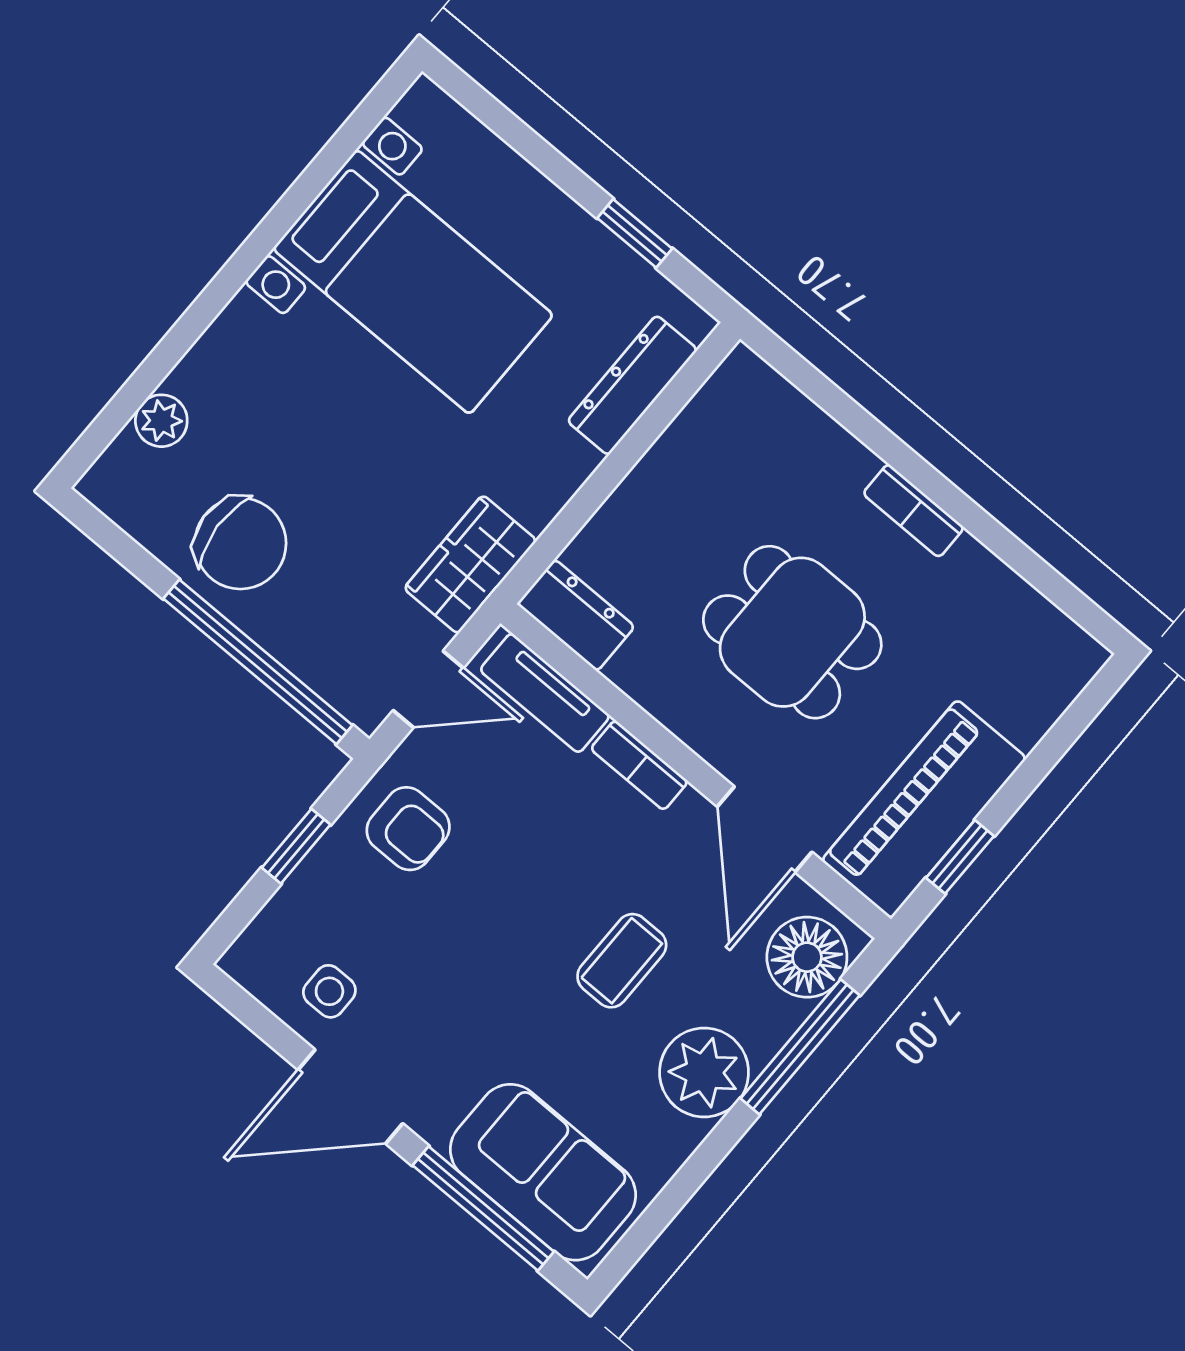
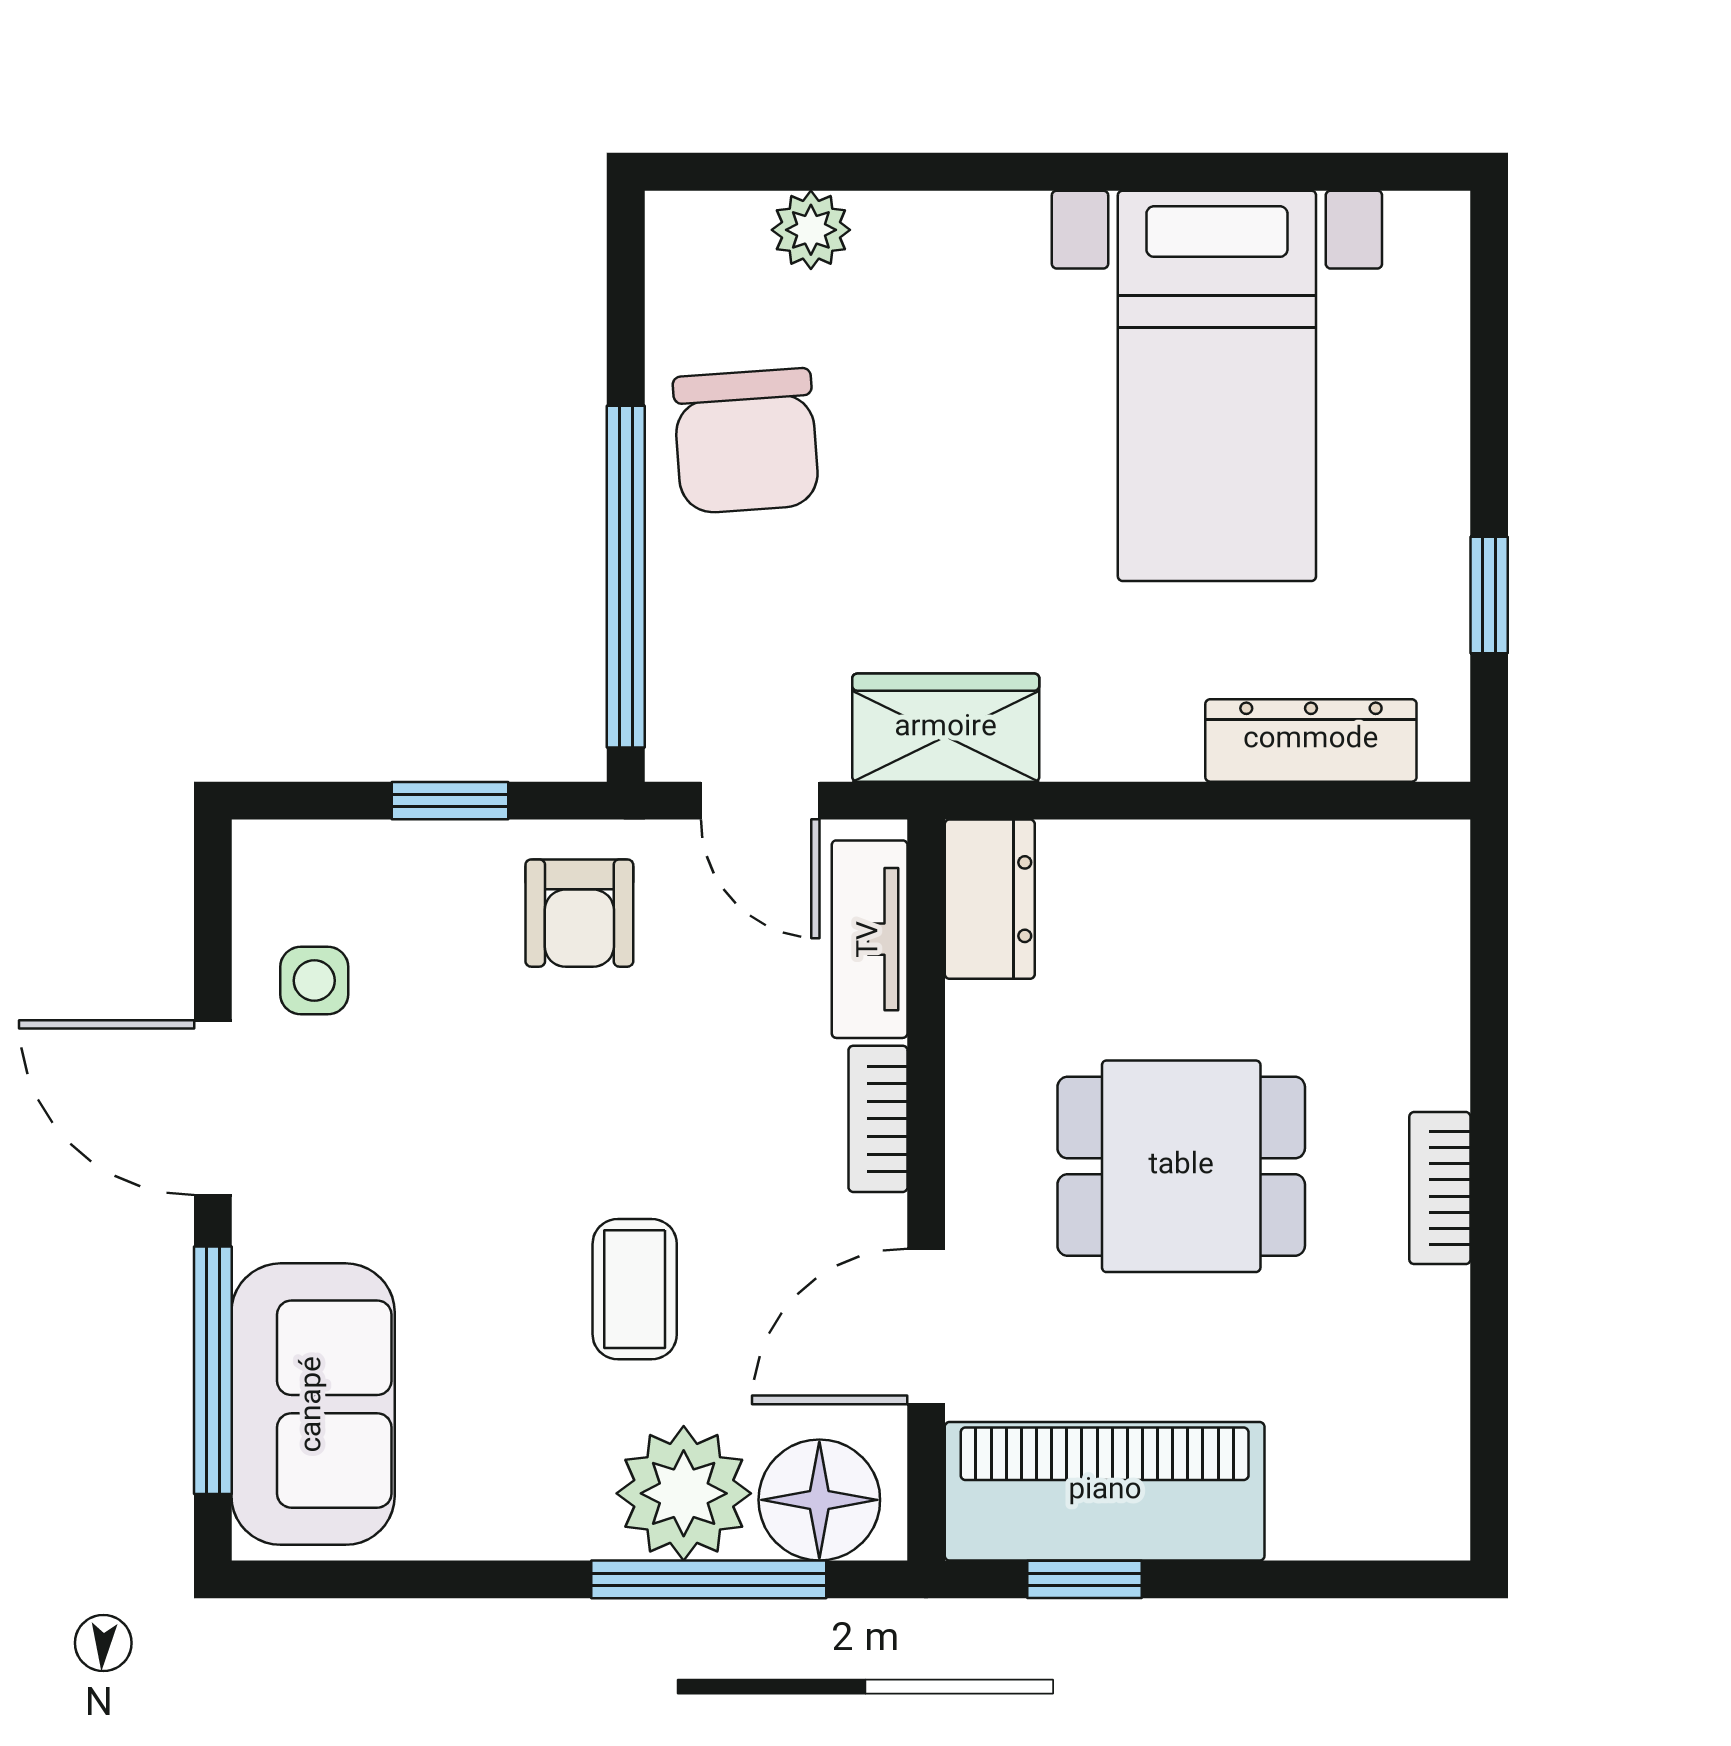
dining table: (792, 632) -> (1181, 1166), turned 90
coffee table: (622, 961) -> (635, 1289), turned 90
plant: (704, 1072) -> (684, 1493), moved

